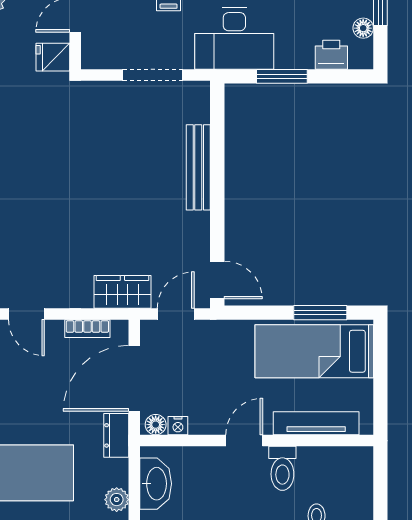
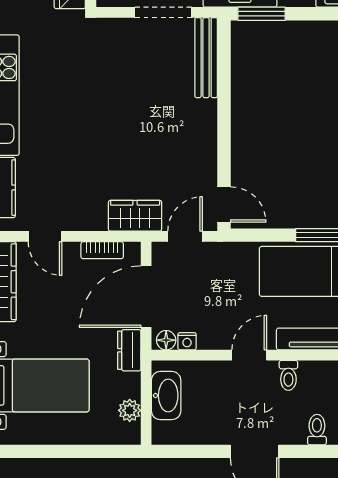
window: (282, 76) -> (261, 14), moved
bench: (198, 167) -> (206, 58), moved
toilet: (282, 468) -> (288, 375), width x0.73, depth x0.72

